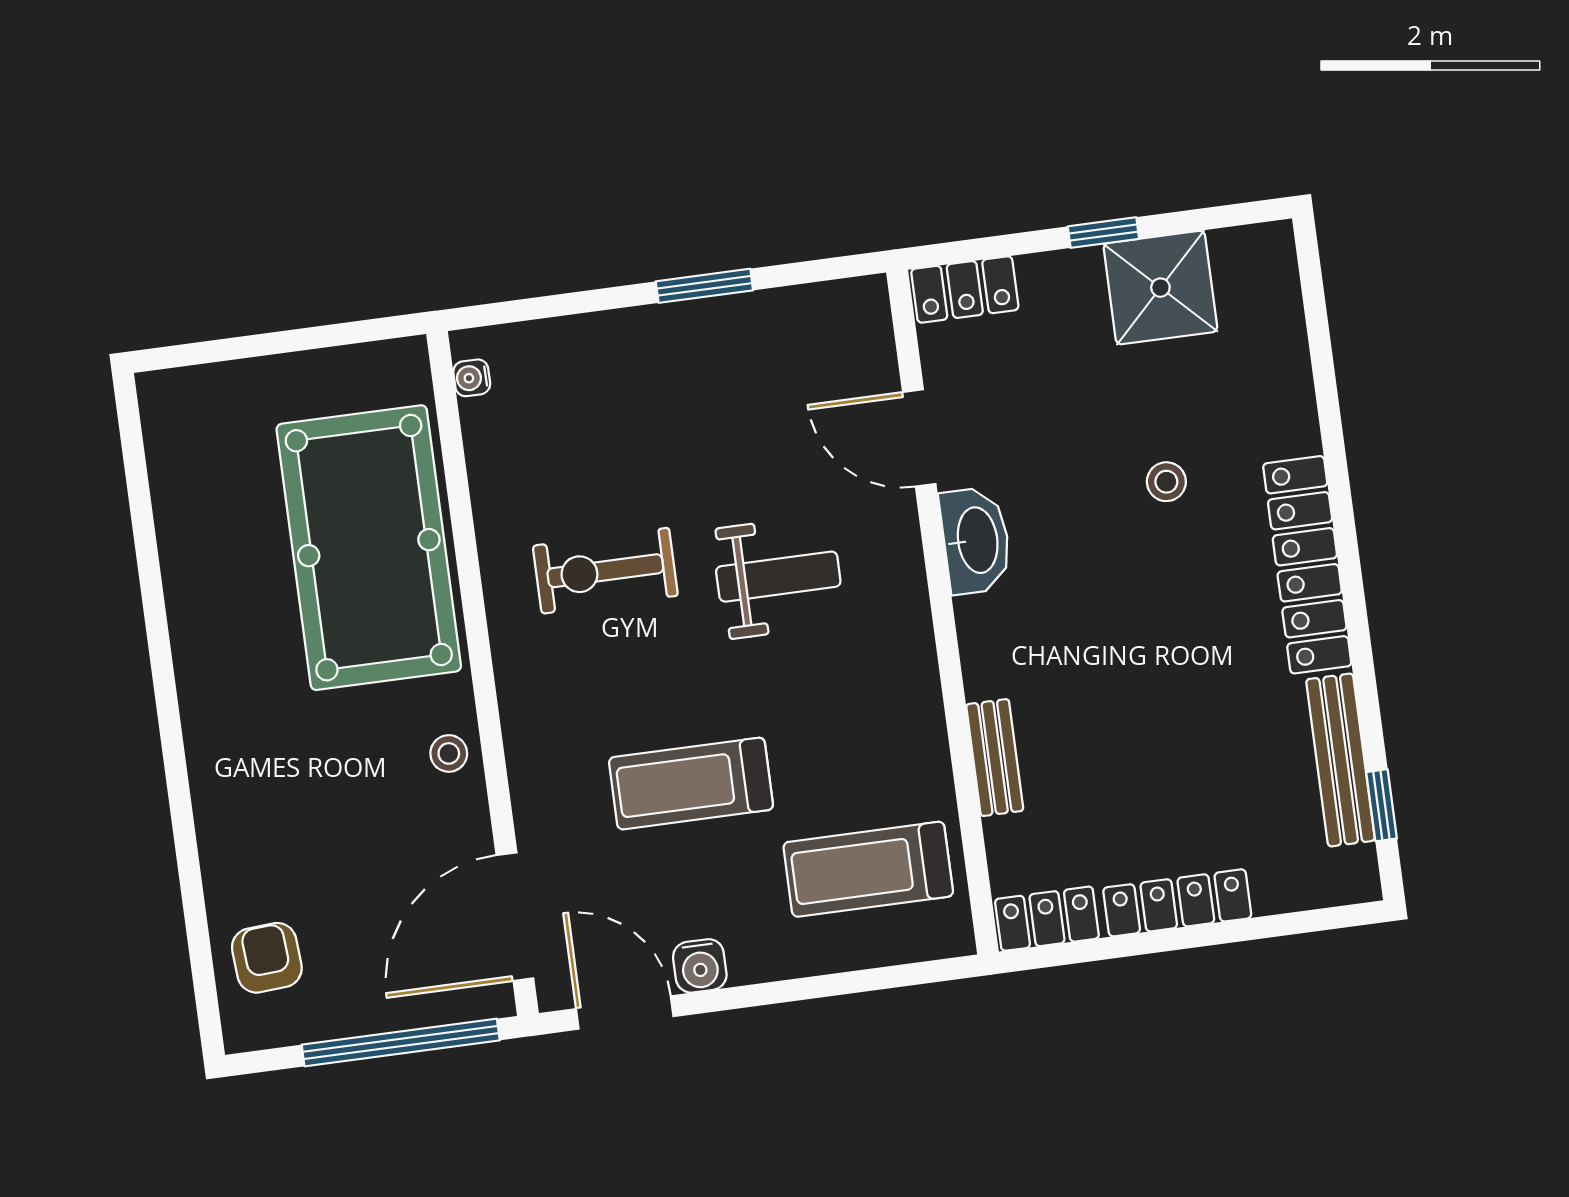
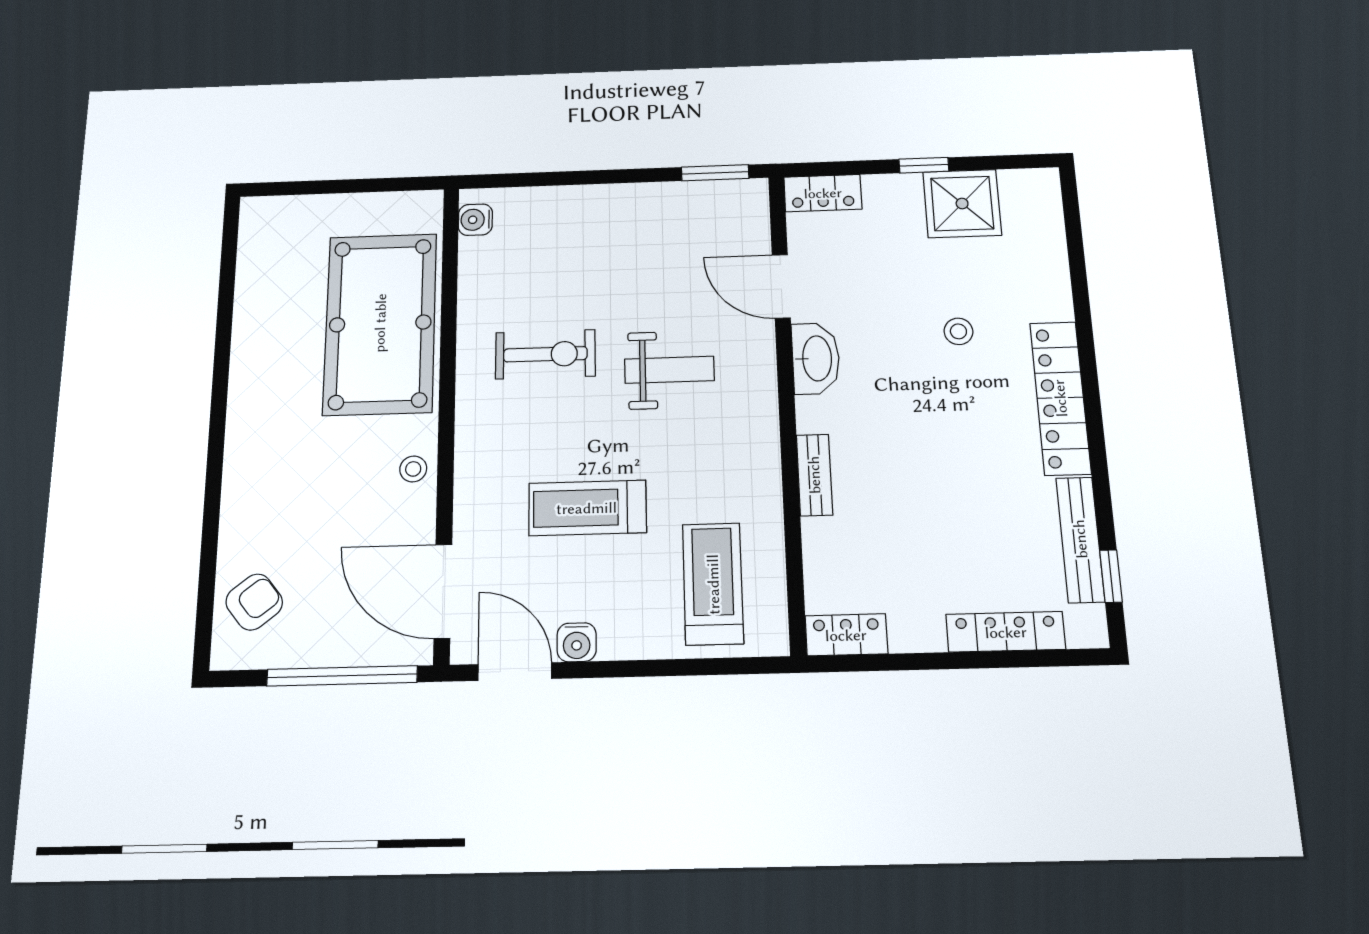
window: (704, 286) -> (715, 173), moved
water cooler: (472, 378) -> (475, 220), width x1.38, depth x1.38
exercise bike: (605, 571) -> (545, 354), turned 180
bench: (995, 758) -> (814, 475), moved
treadmill: (868, 869) -> (713, 584), turned 90
locker: (1177, 903) -> (1006, 632), moved
door: (515, 917) -> (443, 591), hinge flipped
armchair: (267, 958) -> (254, 602), turned 56

